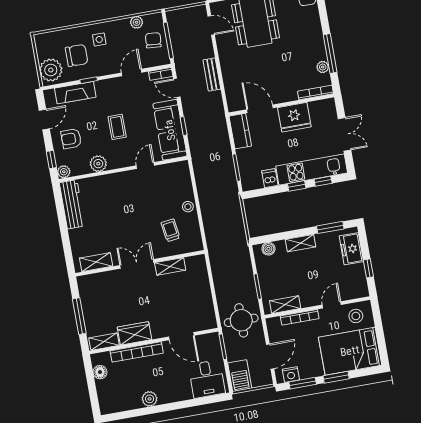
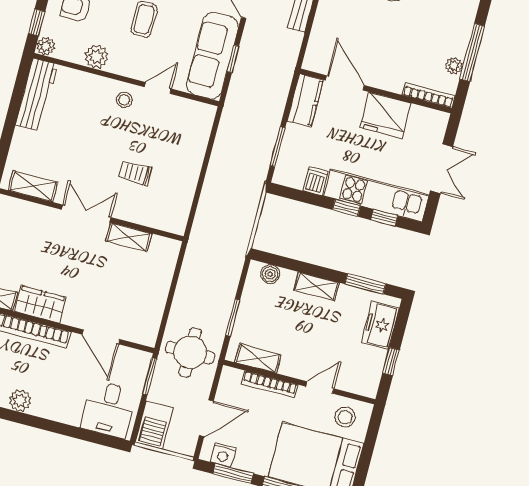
stool: (188, 207) -> (124, 100), moved
trolley: (170, 230) -> (135, 173), moved, turned -82

